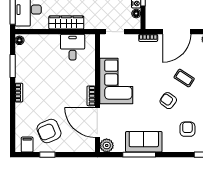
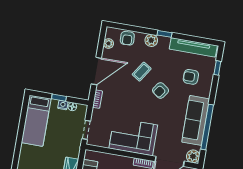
door: (177, 32) -> (96, 71), hinge flipped
sofa: (144, 142) -> (196, 120), width x1.36
window: (139, 155) -> (207, 127), width x1.46

